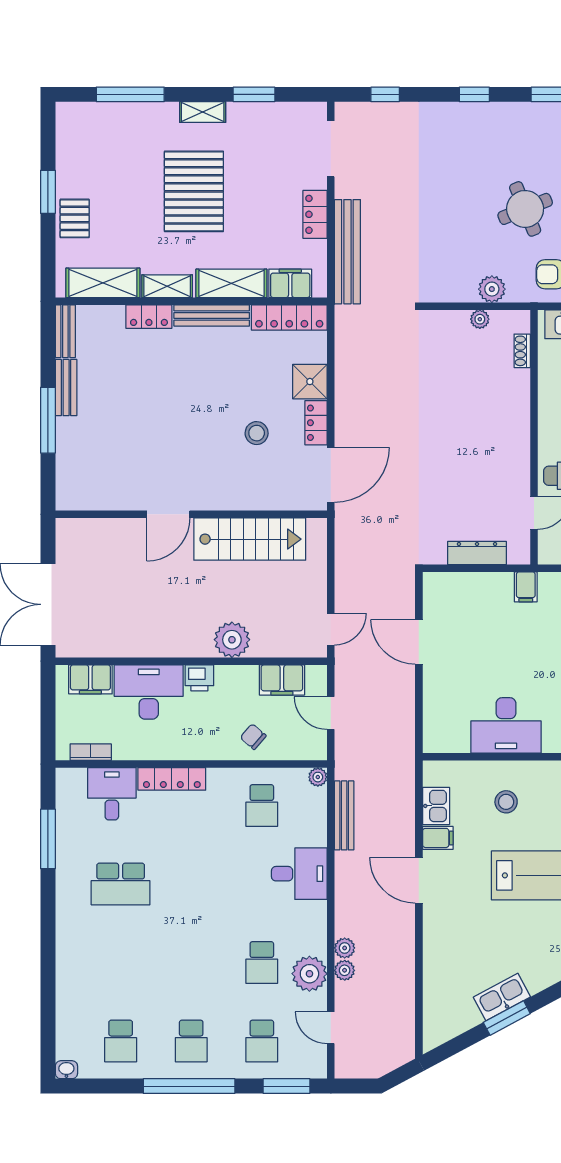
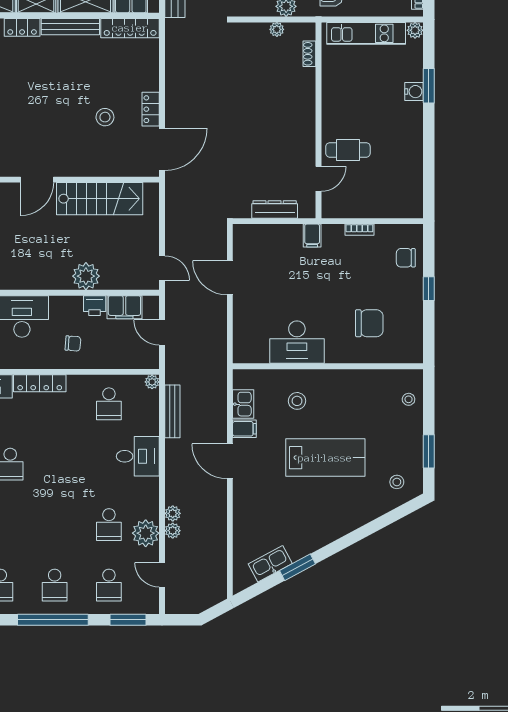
shower: (310, 382) -> (146, 77), removed
door: (331, 629) -> (162, 268), hinge flipped
printer: (199, 678) -> (95, 306), moved
chair: (253, 737) -> (73, 343), moved, turned 143
kitchen sink: (502, 997) -> (270, 564), moved

